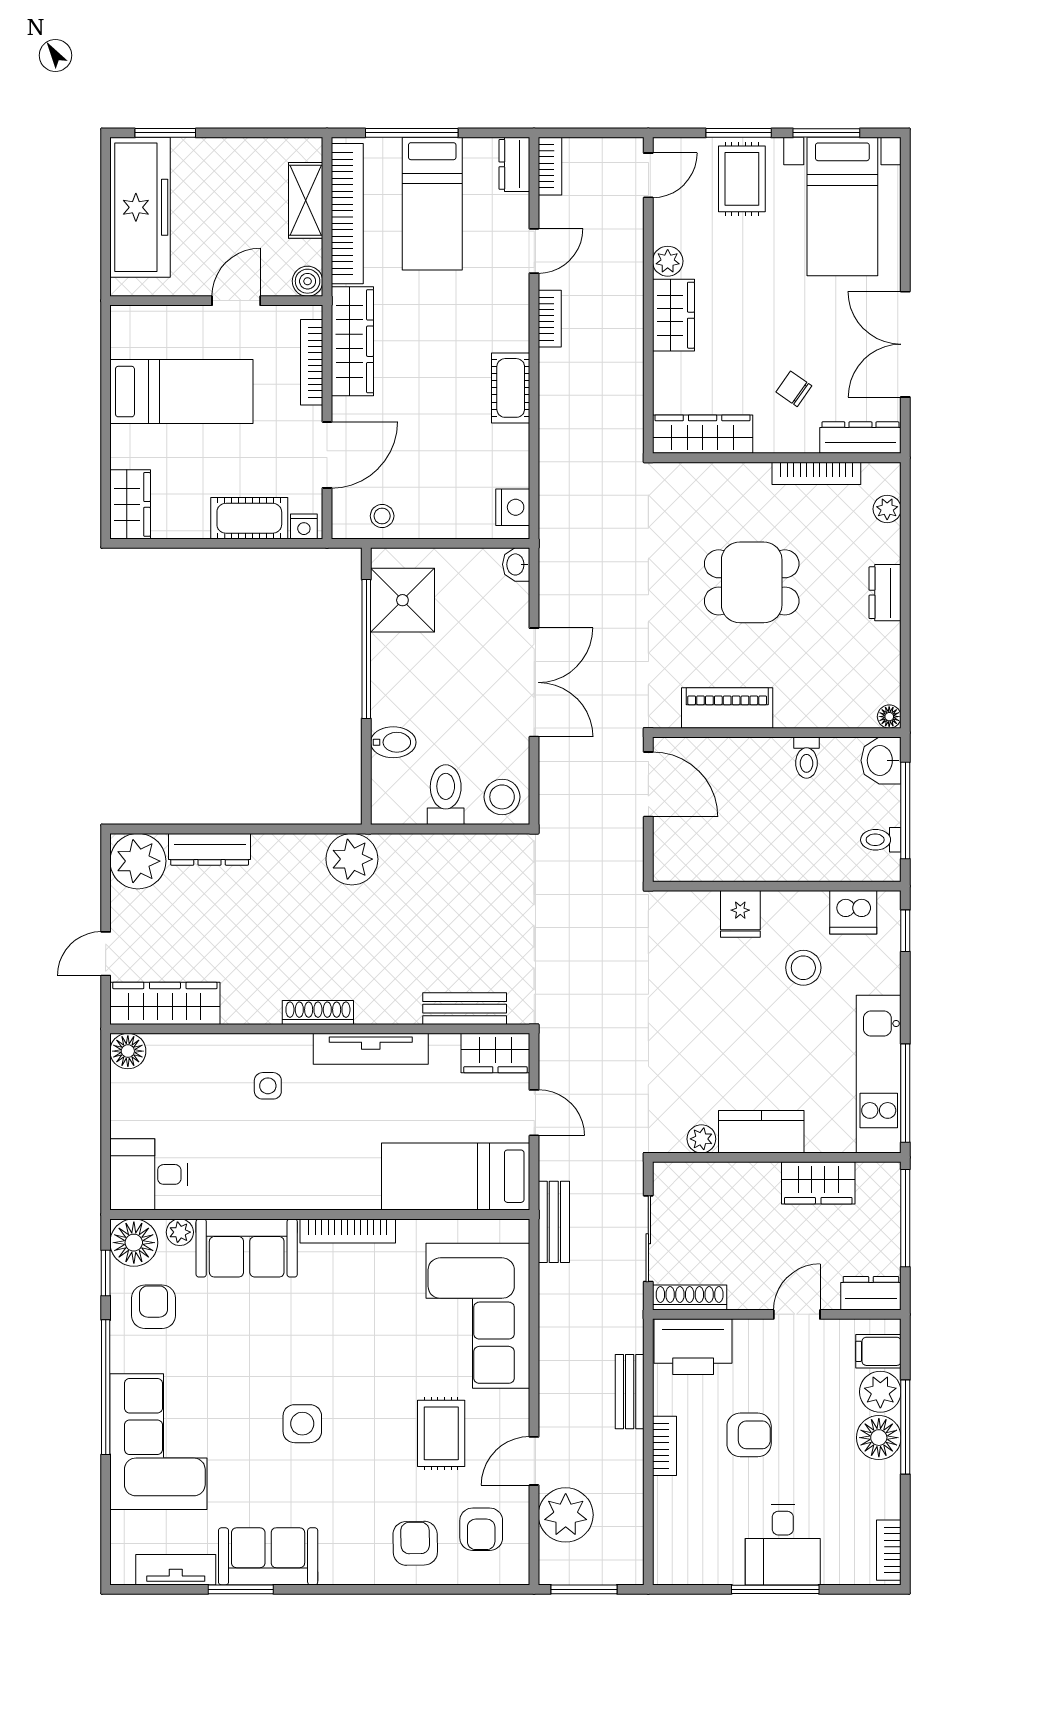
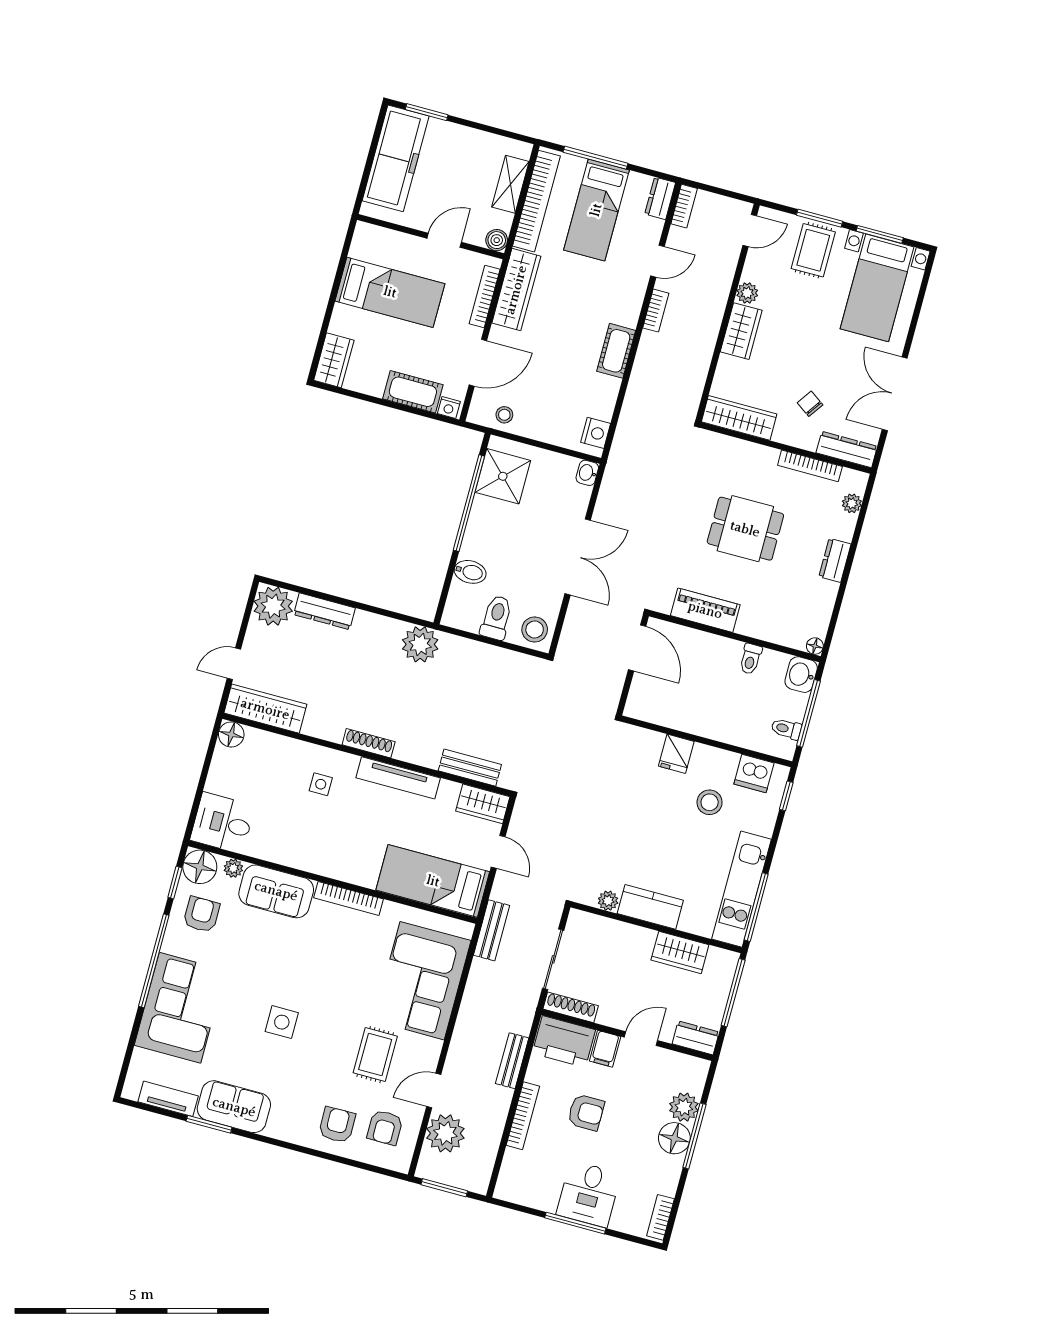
filing cabinet: (878, 1351) -> (605, 1049), moved, turned -90
bookcase: (664, 1446) -> (523, 1116), width x1.56

